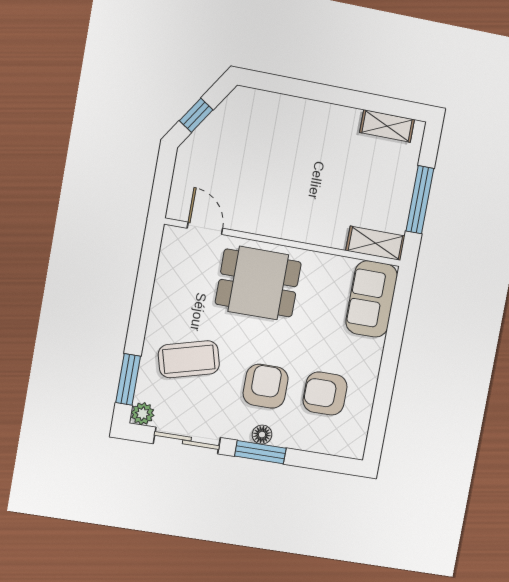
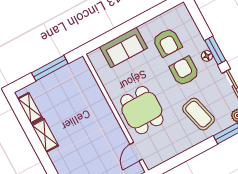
shelving: (375, 243) -> (45, 135), moved
sofa: (372, 299) -> (124, 47), moved
armchair: (266, 386) -> (184, 71), turned 90

